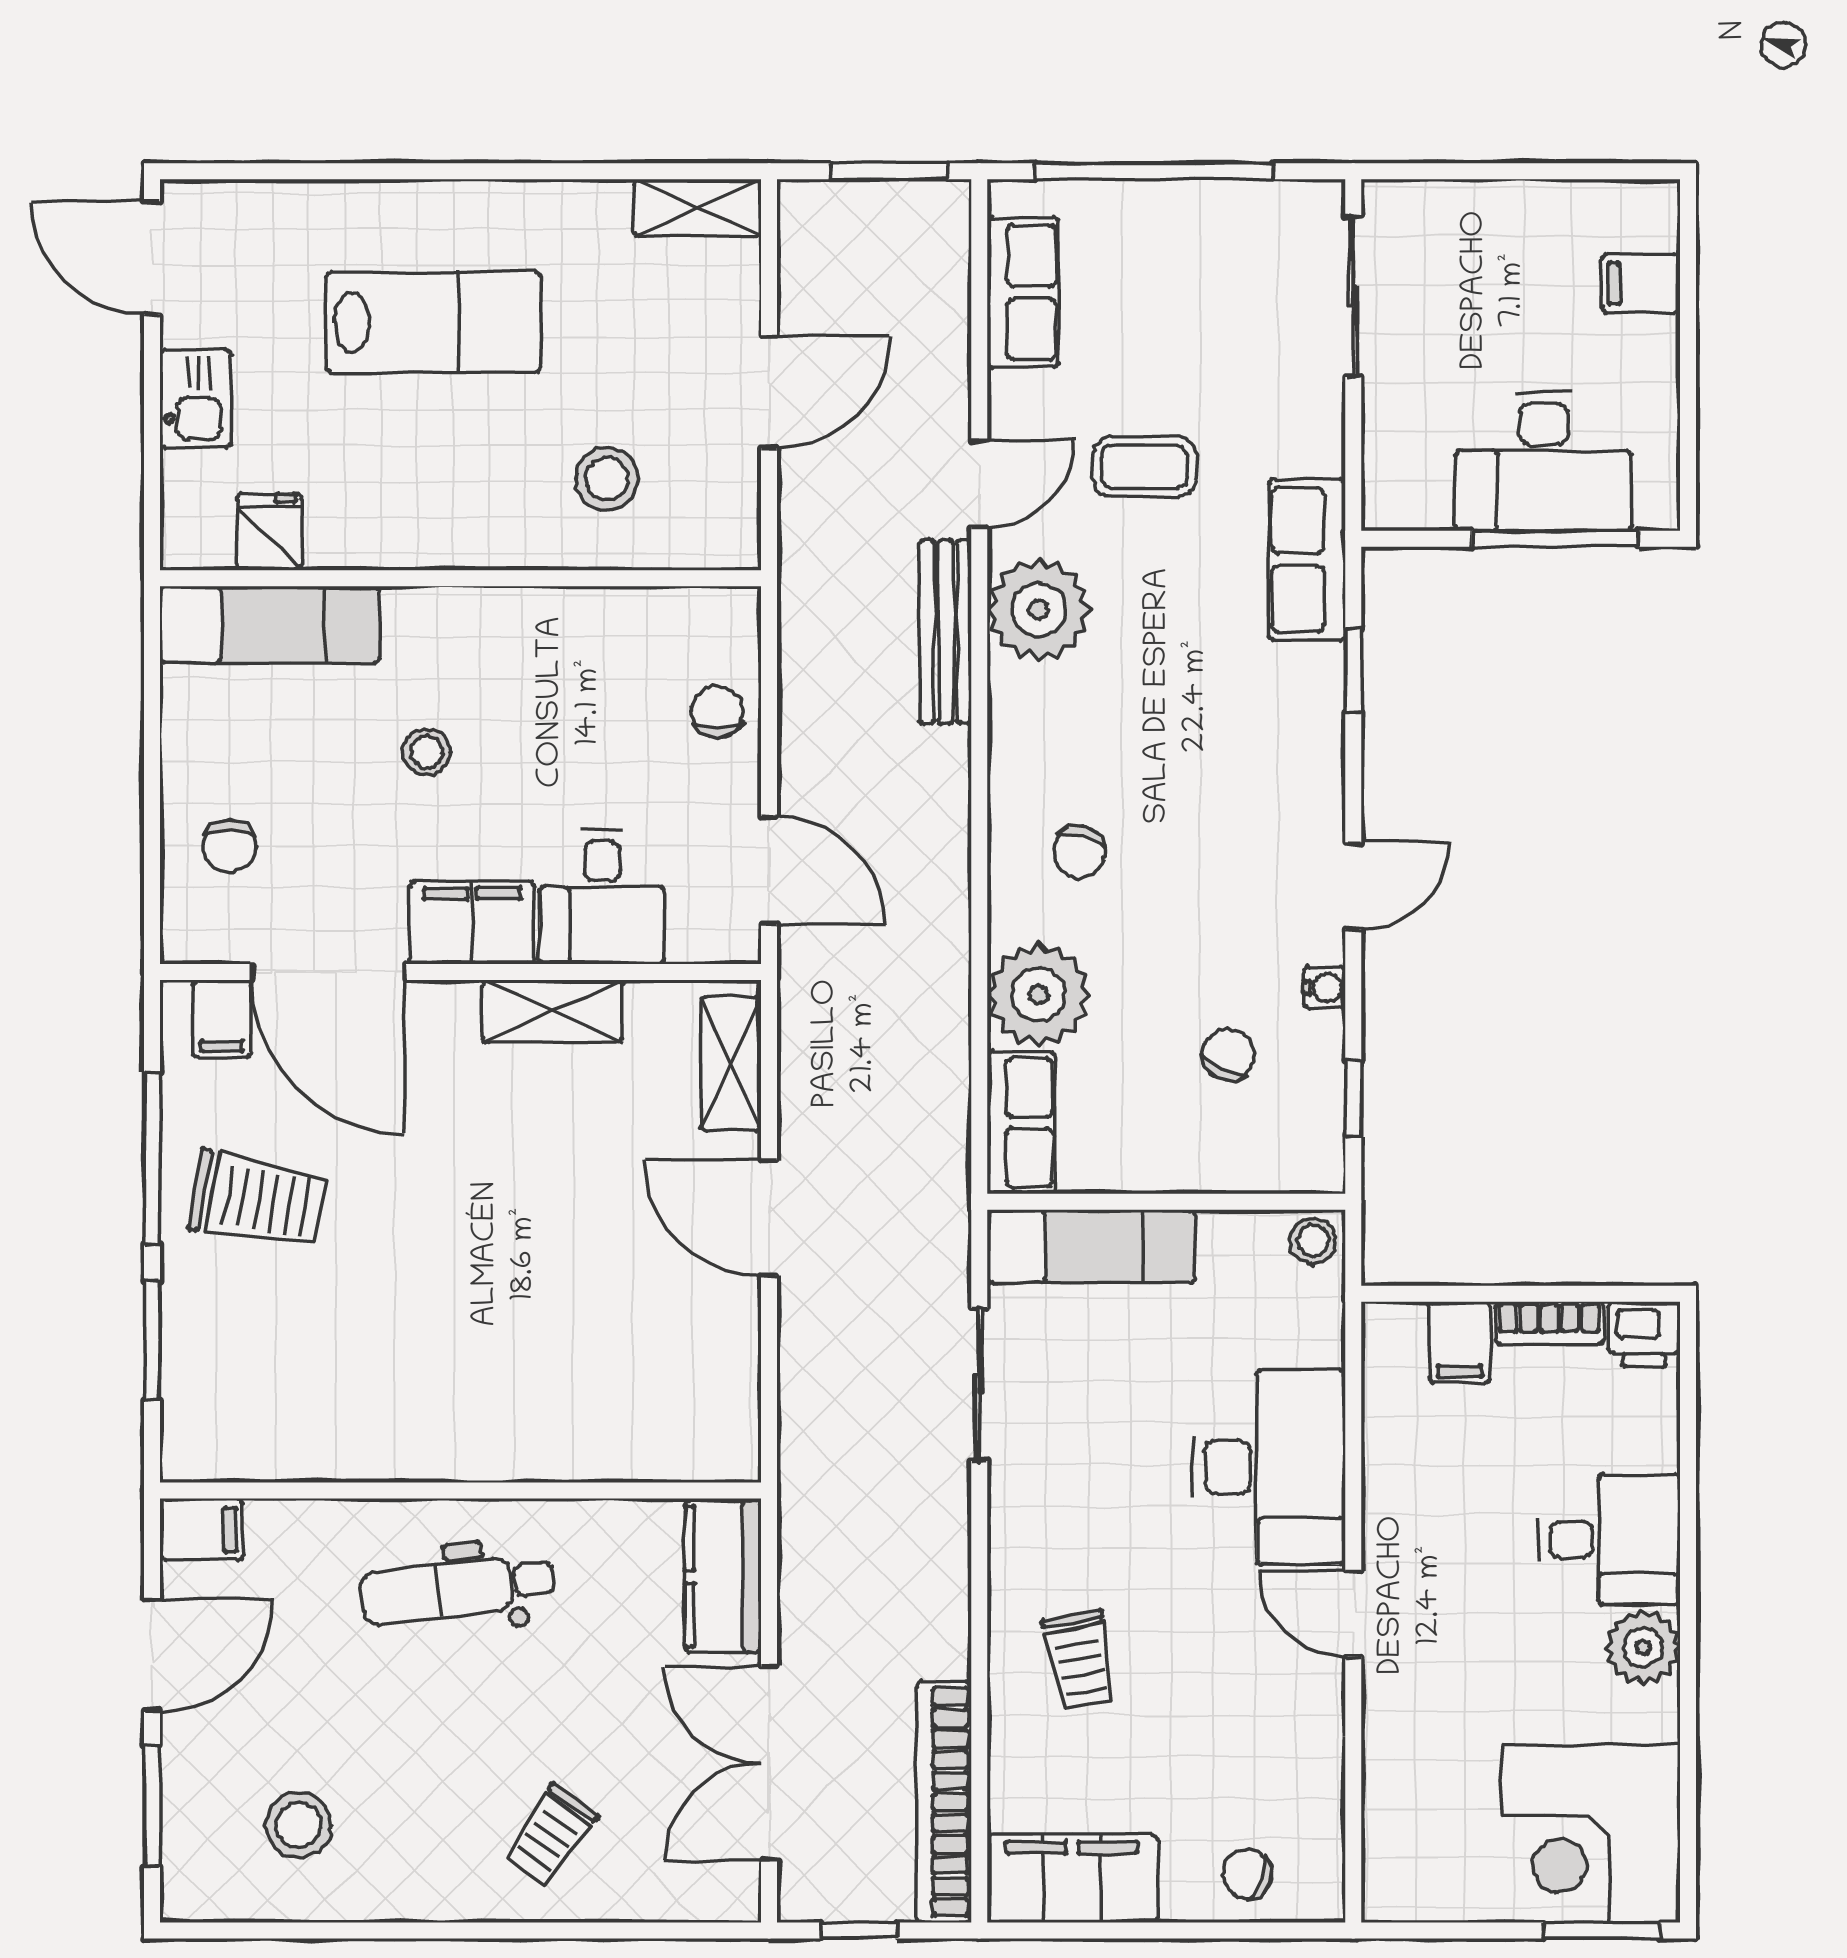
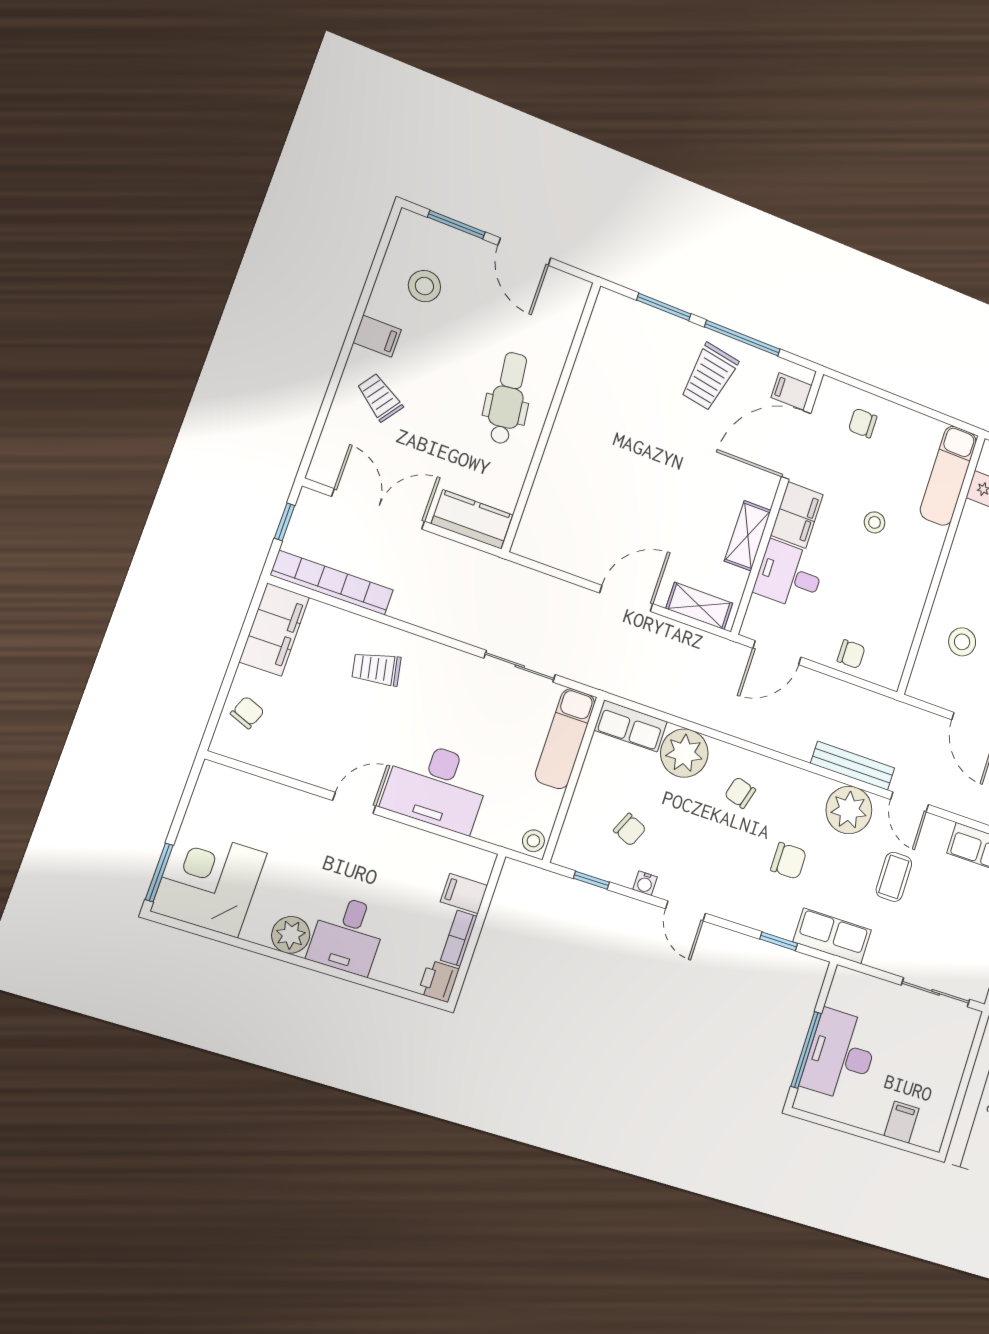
chair: (1184, 704) -> (789, 861), added
filing cabinet: (201, 1529) -> (377, 336), moved, turned -90

